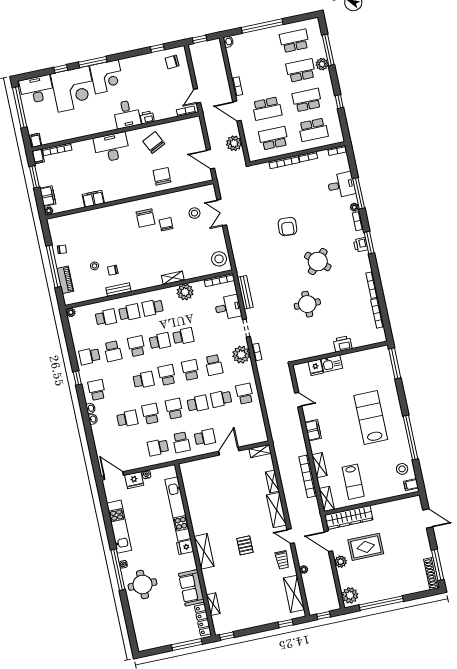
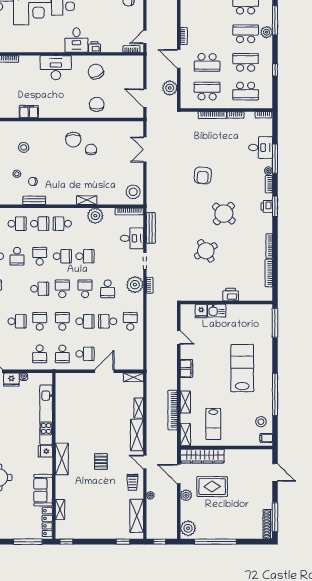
stool: (194, 213) -> (24, 147), moved
round table: (307, 304) -> (206, 251), turned -31
school desk: (158, 447) -> (40, 354), turned -90

